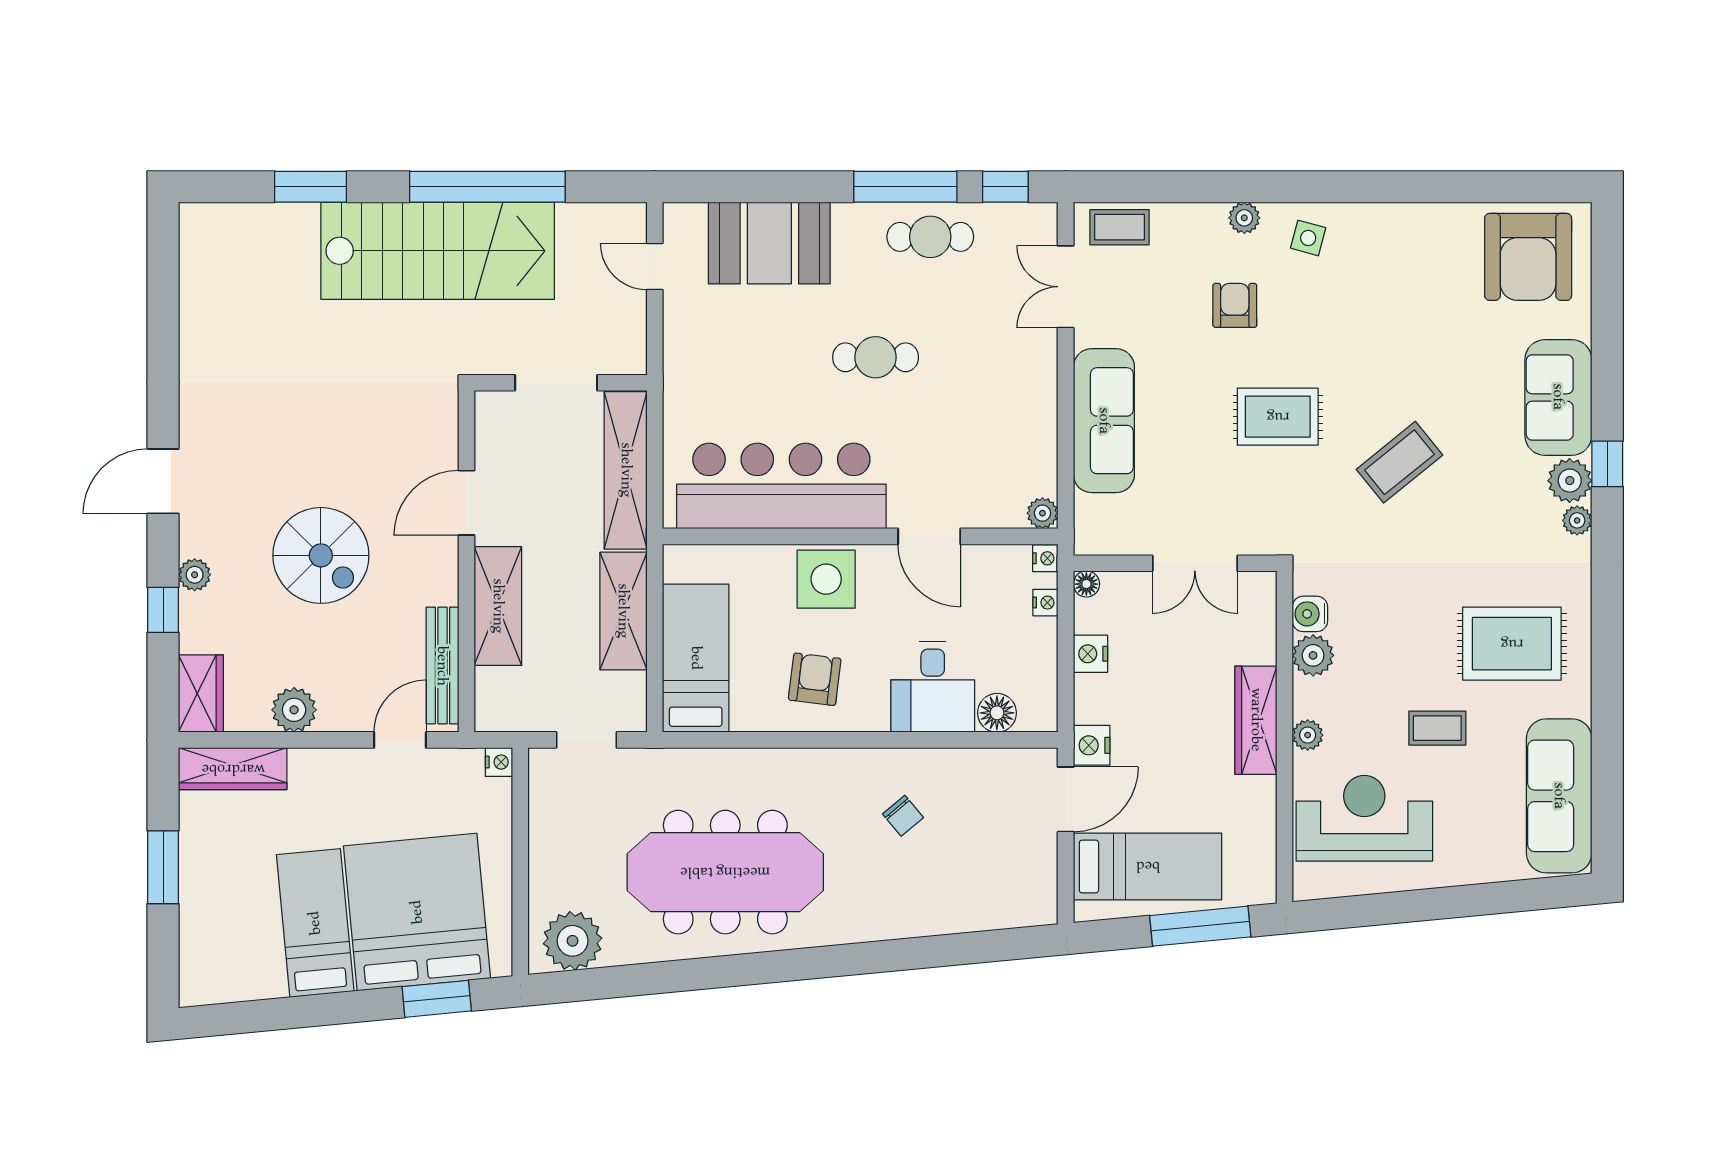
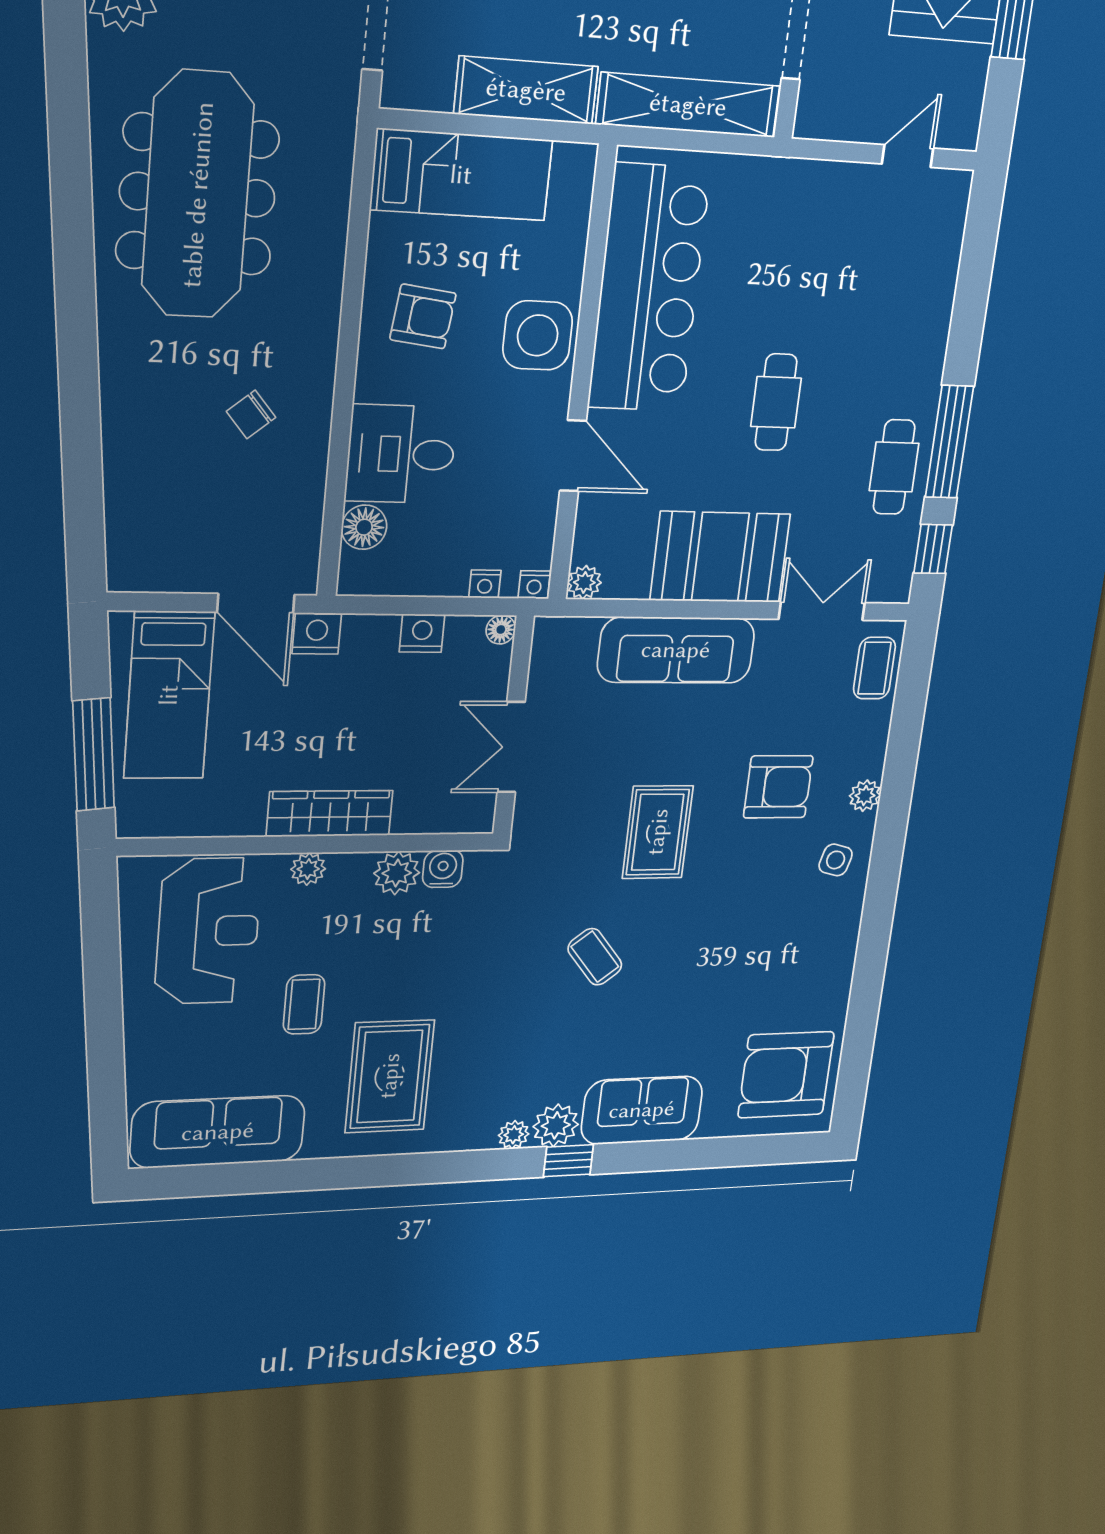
booth: (769, 243) -> (720, 557), moved, turned 90
armchair: (1235, 305) -> (778, 787), width x1.38, depth x1.38
coffee table: (1399, 462) -> (595, 957), width x0.73, depth x0.77
door: (929, 536) -> (573, 456), swing flipped

